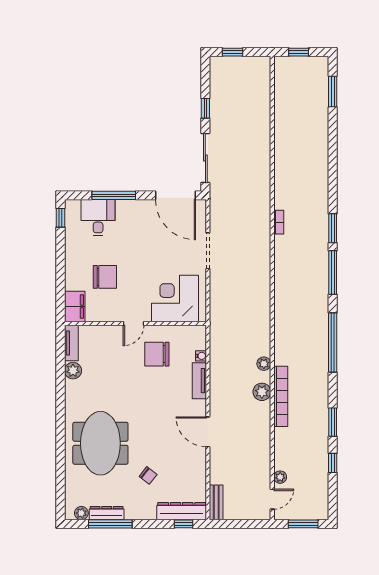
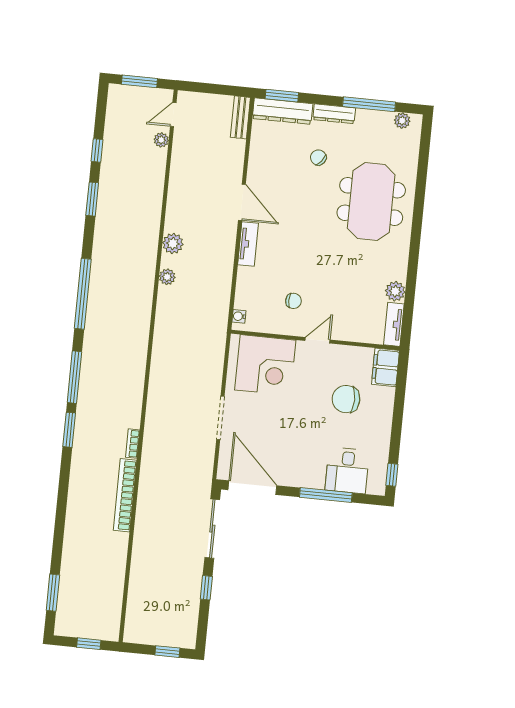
chair: (157, 354) -> (293, 301), width x0.54, depth x0.54
water cooler: (201, 356) -> (239, 316), moved
tv unit: (199, 381) -> (248, 244), moved
bookcase: (281, 396) -> (125, 495), moved
dresser: (107, 513) -> (334, 114), moved
window: (183, 524) -> (282, 96), width x1.50

